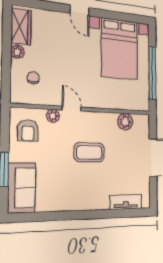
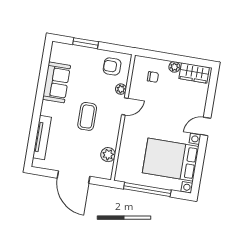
sofa: (22, 188) -> (56, 82), moved, turned -90
tv unit: (126, 202) -> (42, 137), width x1.41

